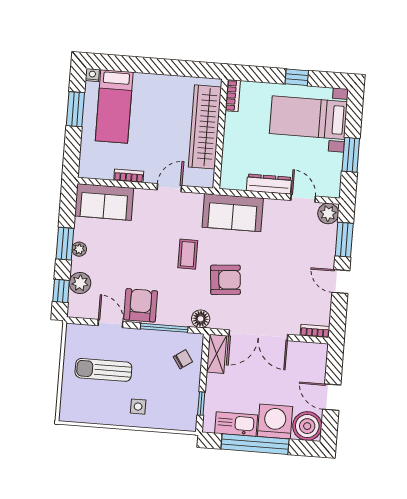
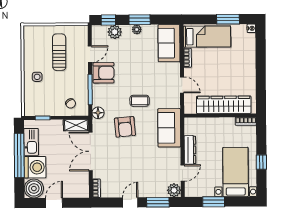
bed: (114, 106) -> (207, 37), moved, turned 180

